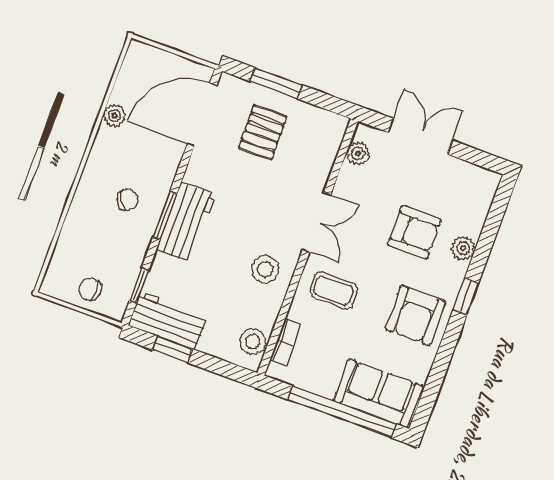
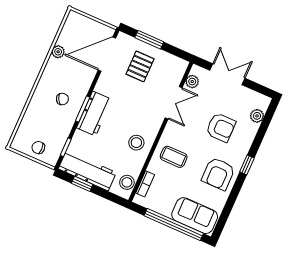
double door: (317, 222) -> (174, 103), moved
plant: (463, 248) -> (257, 116), moved
workbench: (168, 321) -> (87, 171), width x1.38

